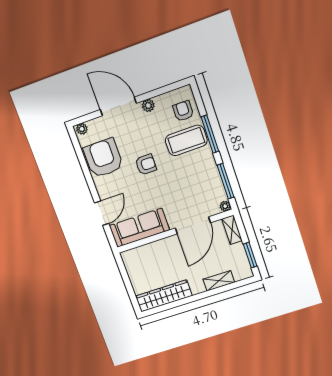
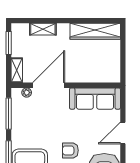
plant: (225, 206) -> (27, 93), moved
door: (102, 213) -> (123, 133), moved

